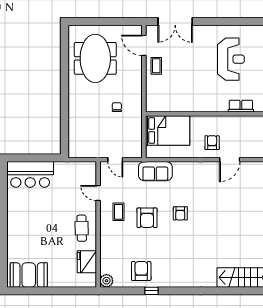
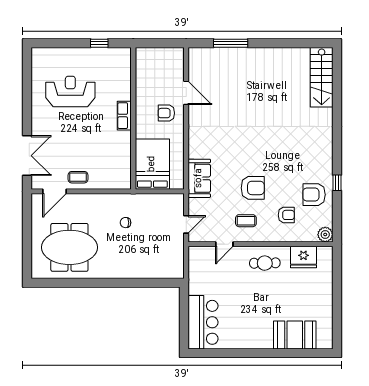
row of seats: (241, 106) -> (124, 116), moved
armchair: (180, 213) -> (286, 215), moved
booth: (29, 275) -> (295, 335), moved, turned 90

